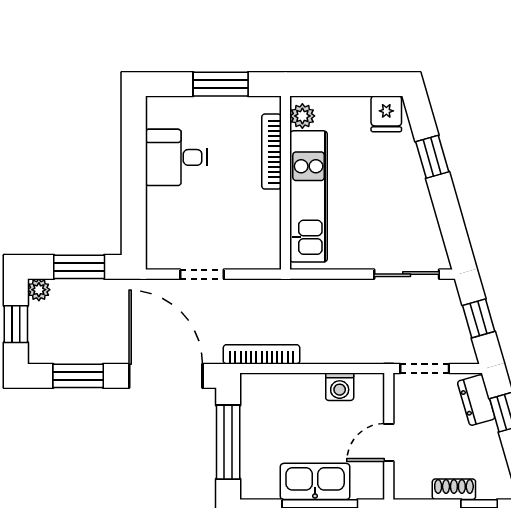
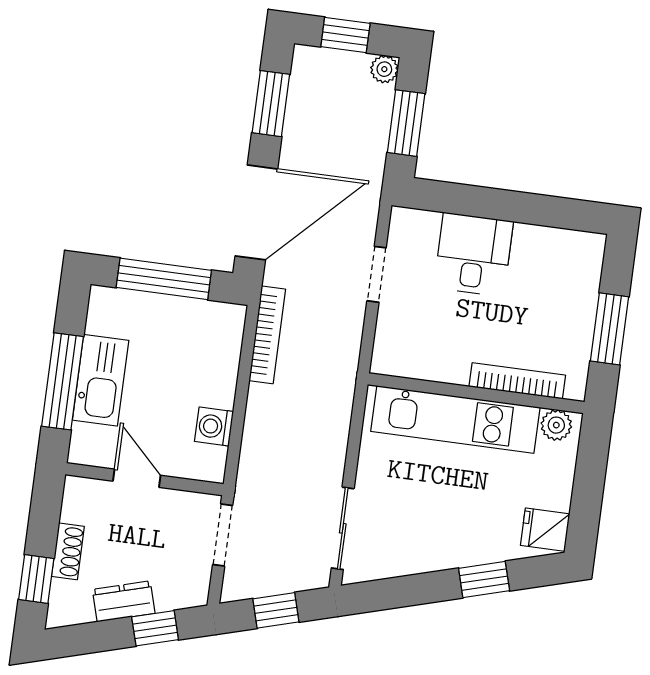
desk: (176, 157) -> (473, 254), moved
dresser: (476, 400) -> (124, 601), moved

